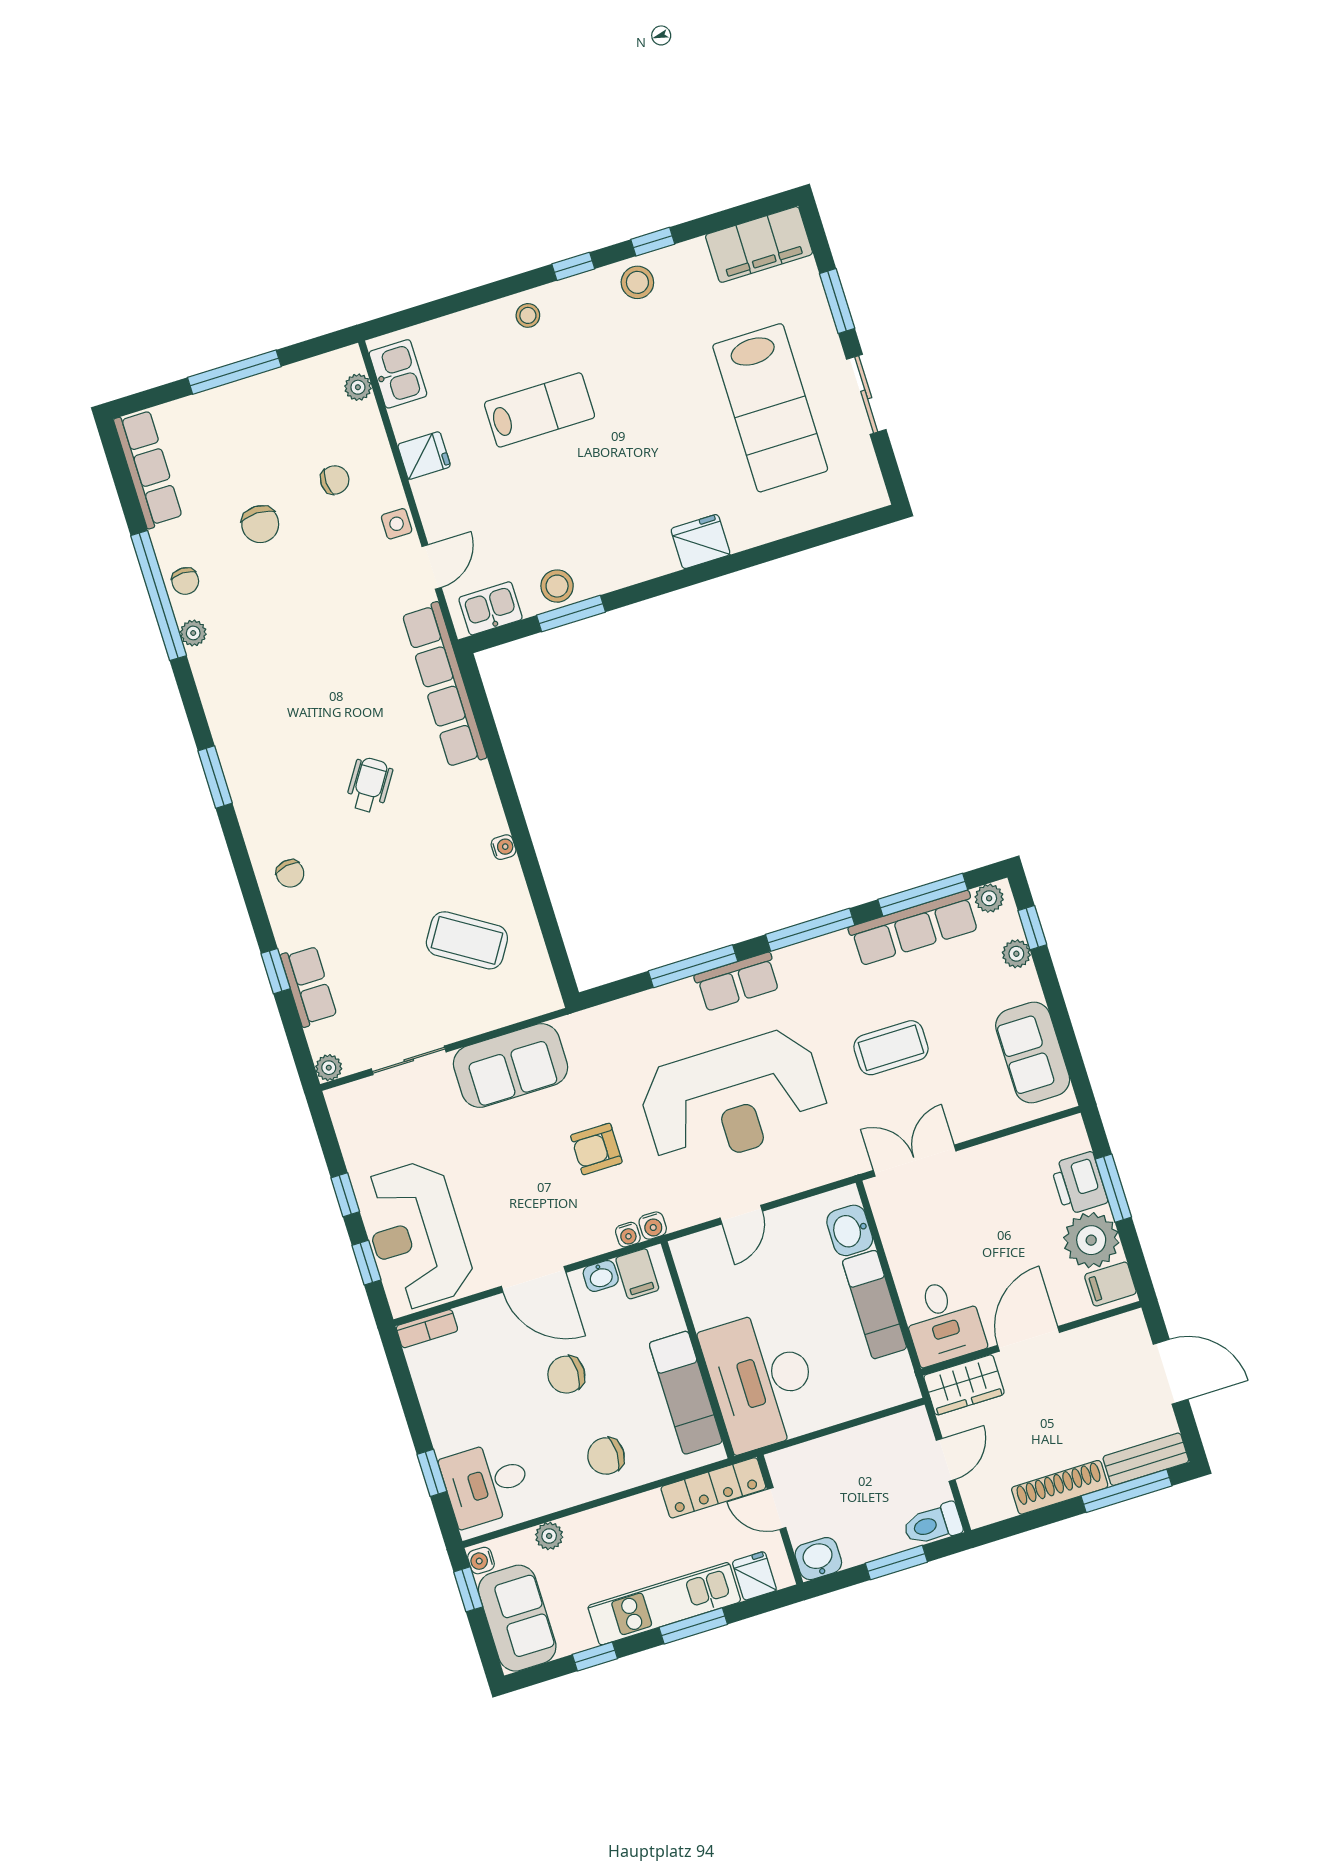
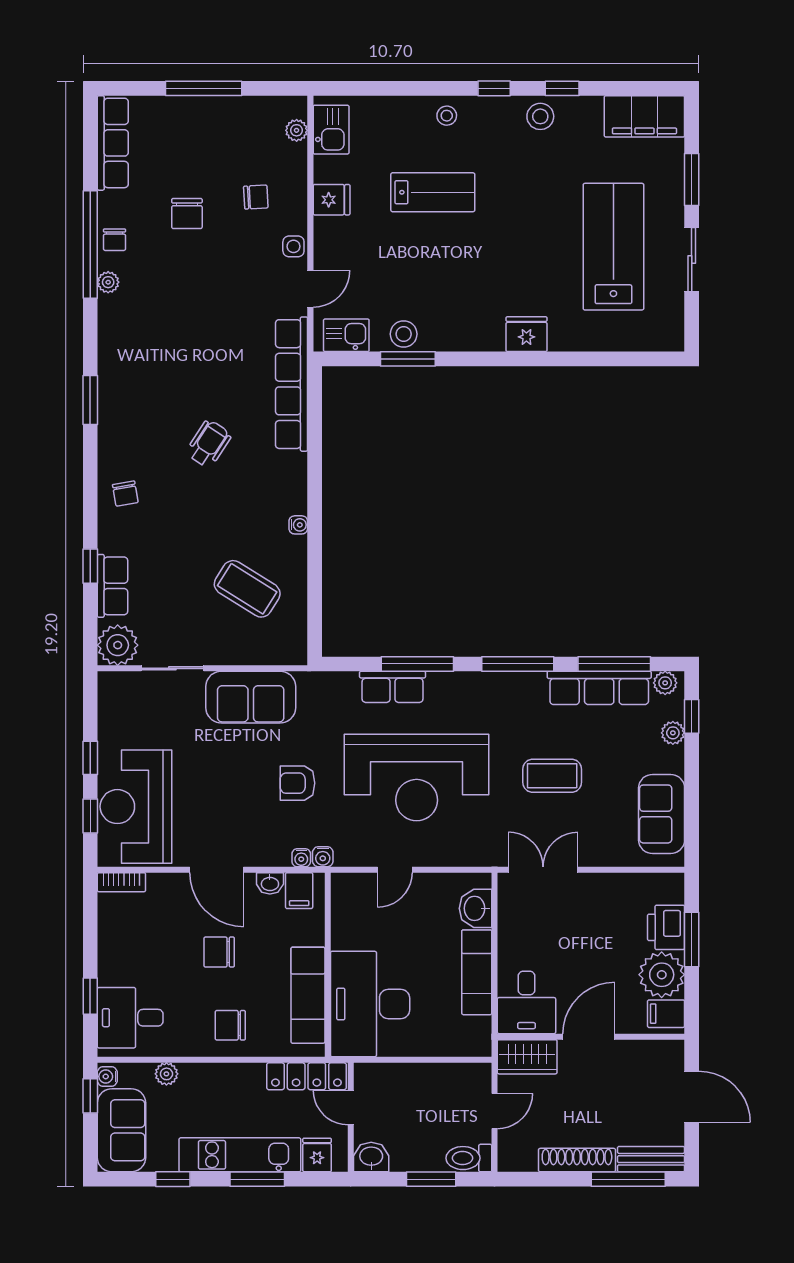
lab bench: (770, 408) -> (613, 247), turned 180
row of seats: (737, 982) -> (393, 687), moved
plant: (329, 1068) -> (118, 645), width x1.87, depth x1.87

